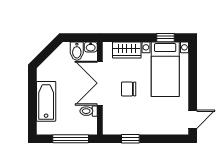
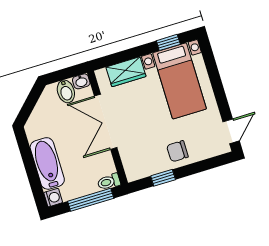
chair: (129, 89) -> (177, 151), moved
toilet: (89, 111) -> (109, 182), moved
washing machine: (43, 128) -> (53, 198), added

